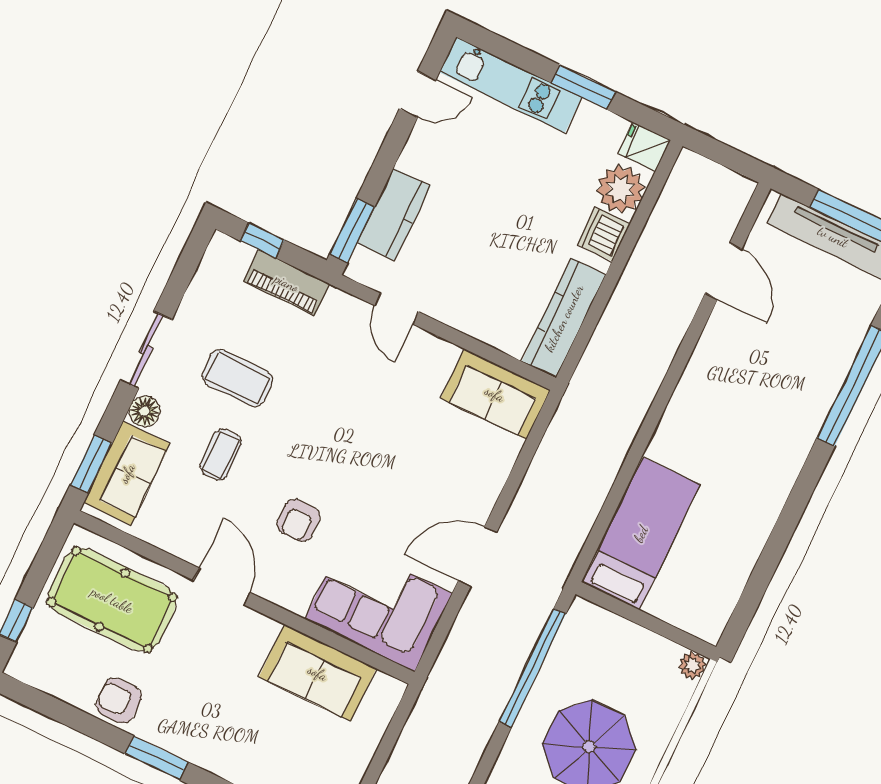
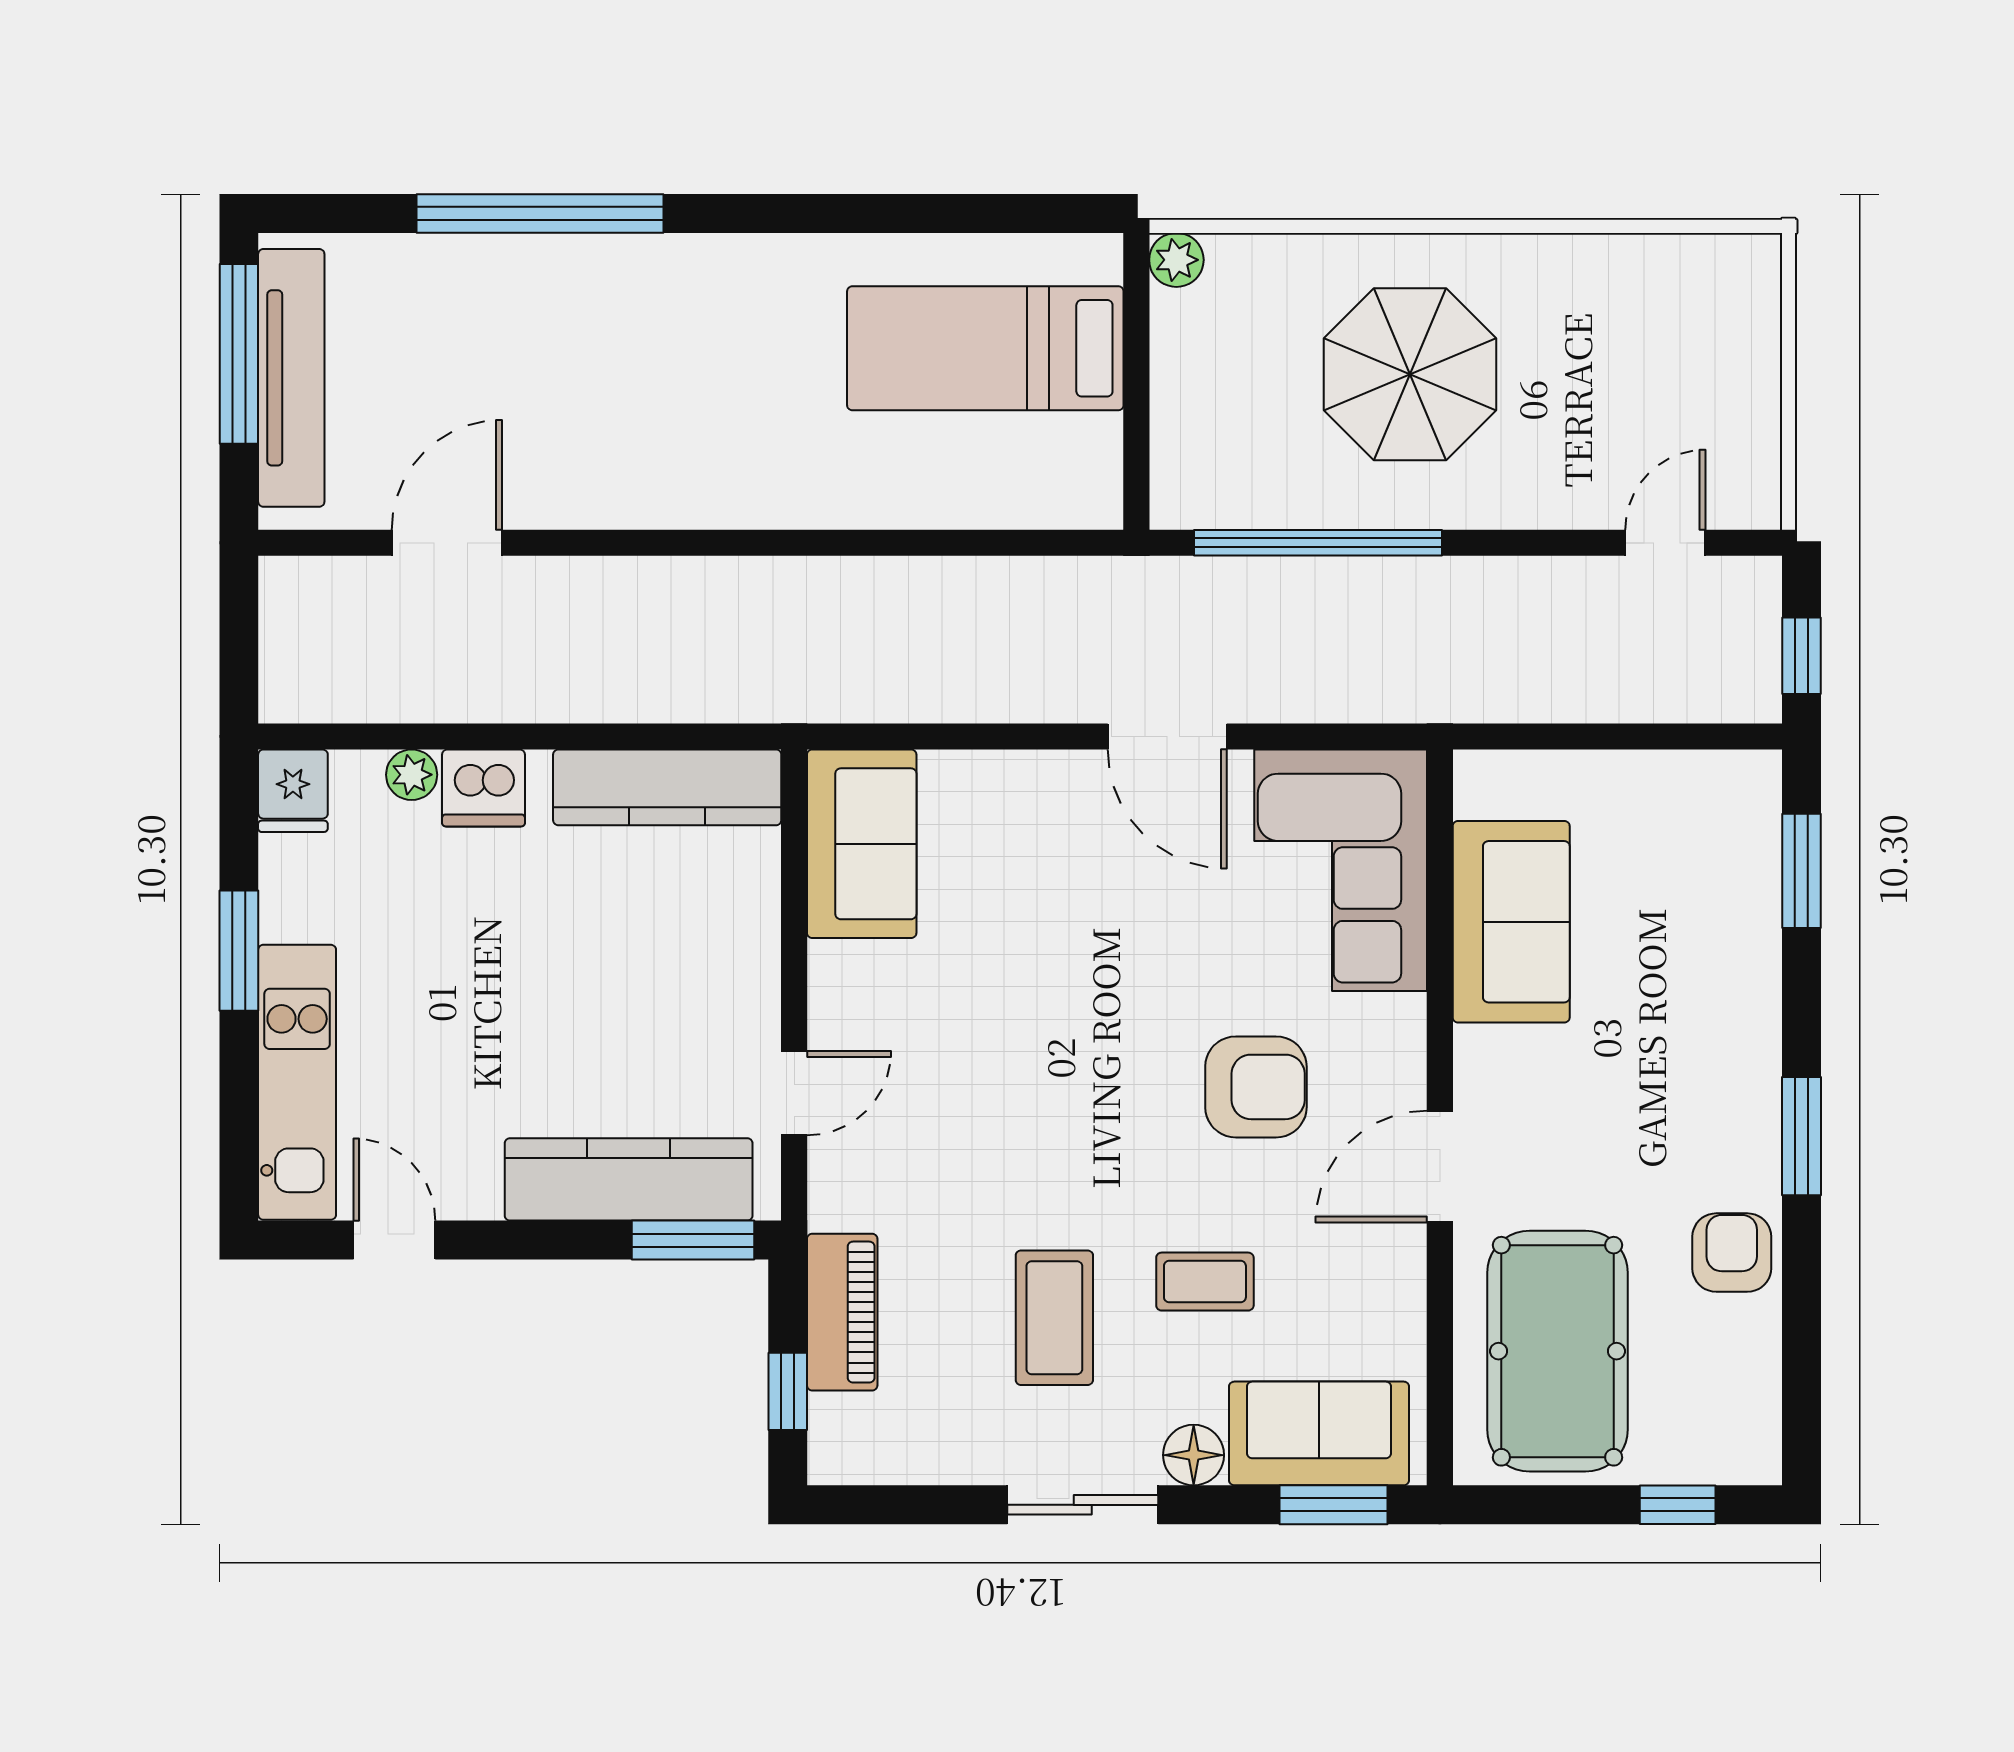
plant: (620, 189) -> (412, 775), width x0.53, depth x0.53
kitchen counter: (394, 214) -> (629, 1179), width x1.50
armchair: (298, 520) -> (1256, 1087), width x1.38, depth x1.38
bed: (641, 534) -> (985, 348), moved
armchair: (119, 701) -> (1732, 1253), turned 180

